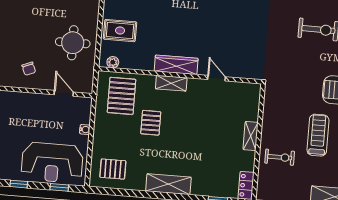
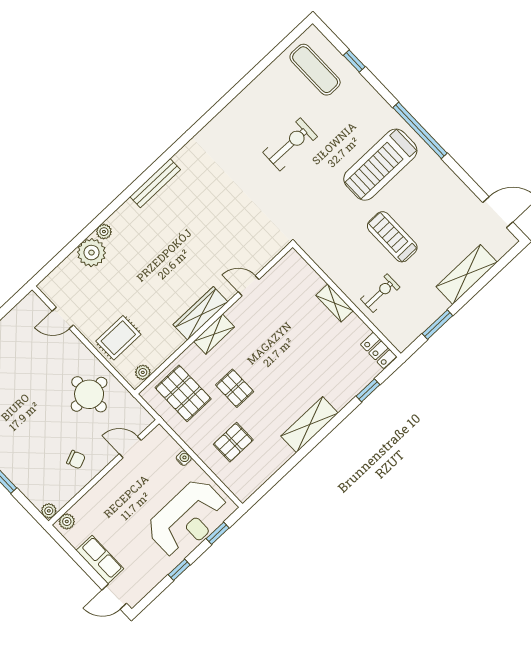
pallet: (113, 169) -> (233, 442), moved

